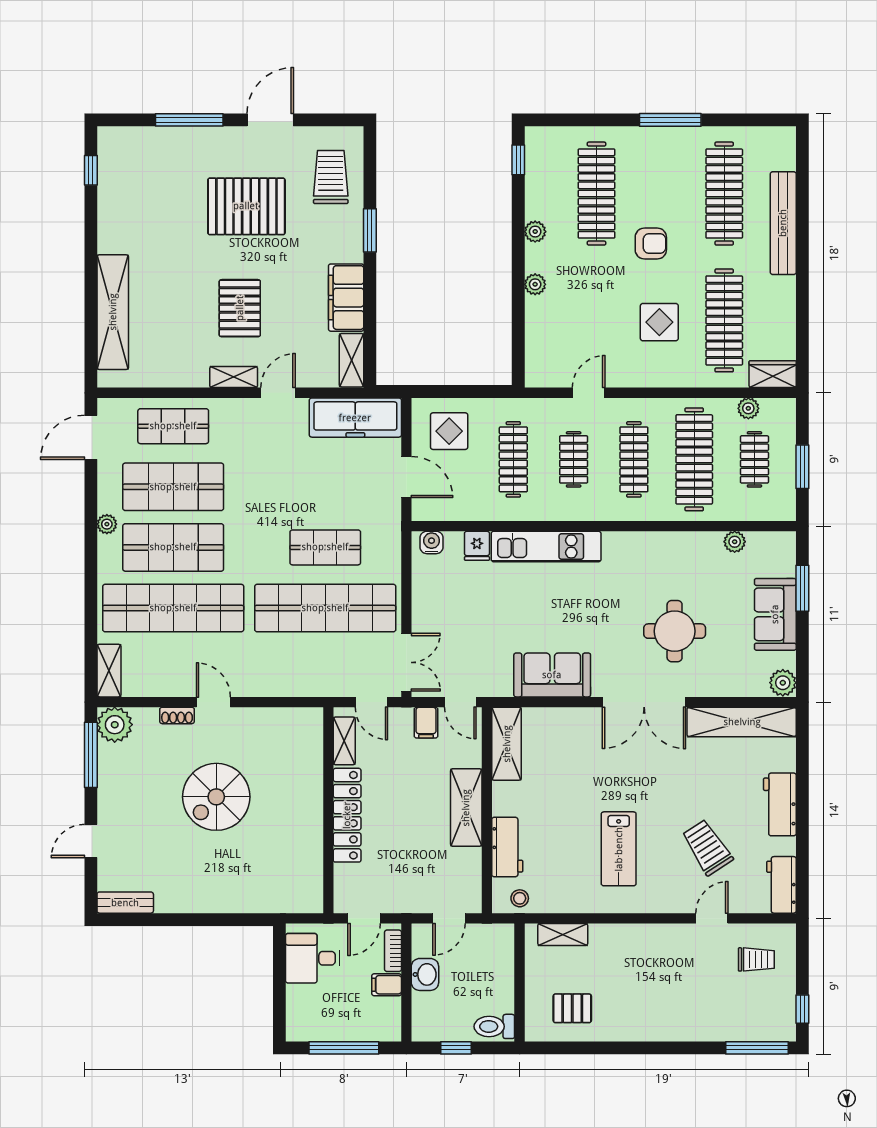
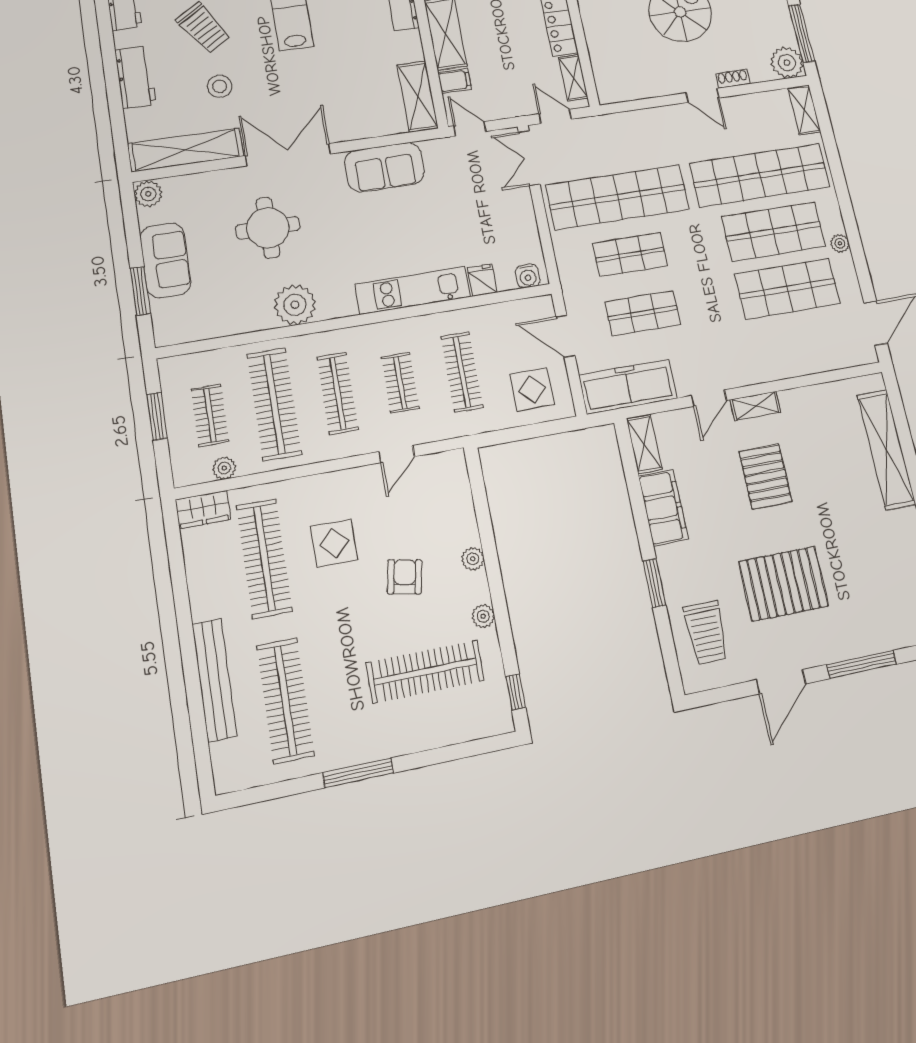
clothes rail: (596, 194) -> (425, 672), turned 90
armchair: (651, 243) -> (405, 577), moved, turned 101
shop shelf: (173, 426) -> (643, 313), moved
plant: (735, 542) -> (295, 305), moved, width x1.87, depth x1.87
filing cabinet: (426, 723) -> (455, 81), moved, turned 90
stool: (700, 783) -> (220, 86), added

